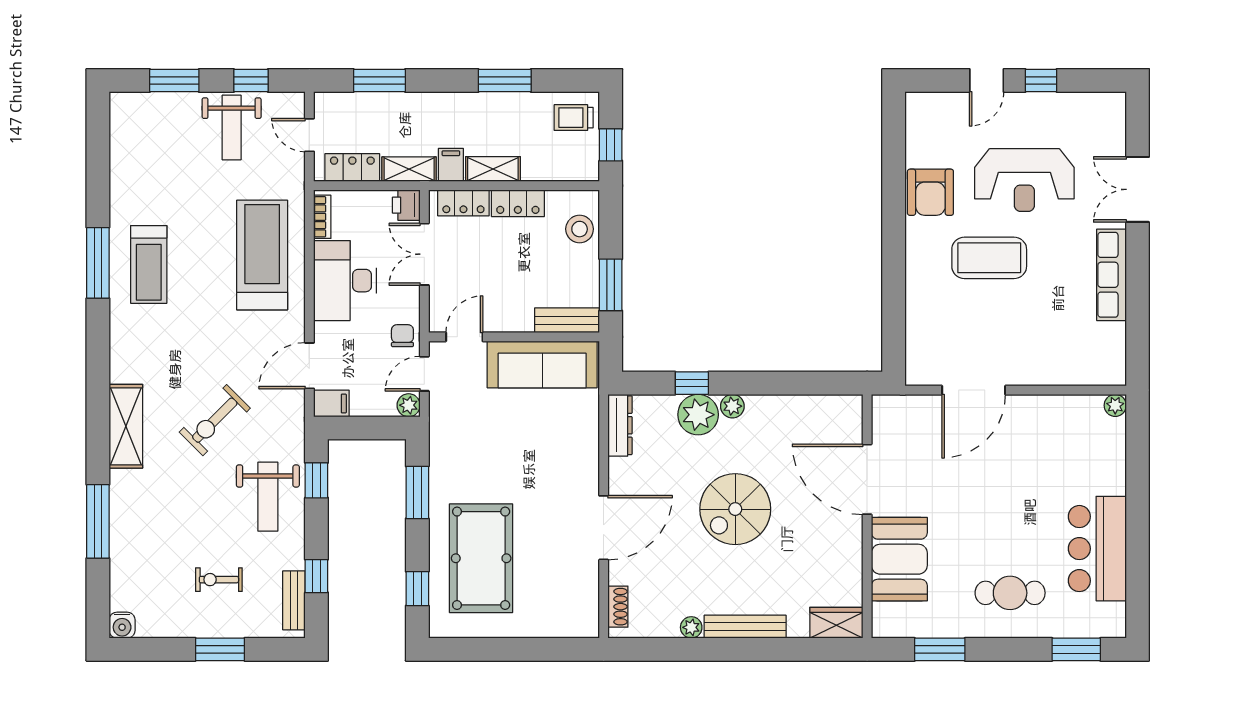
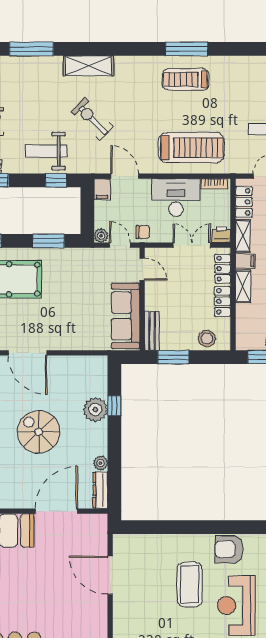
plant: (732, 406) -> (100, 463), moved
dresser: (620, 425) -> (100, 490), moved, turned 90

